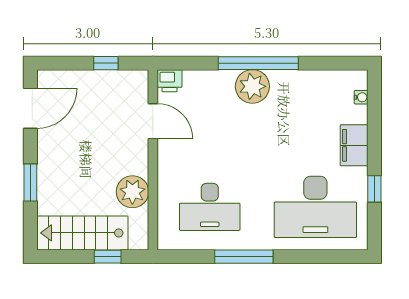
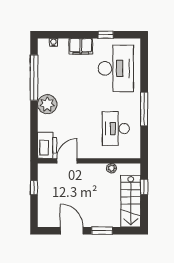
window: (258, 63) -> (34, 78), moved
printer: (170, 81) -> (47, 145), width x1.87, depth x1.48
door: (30, 108) -> (72, 231), moved
plant: (132, 192) -> (111, 168), width x0.53, depth x0.53
desk: (210, 207) -> (116, 129), turned 180

